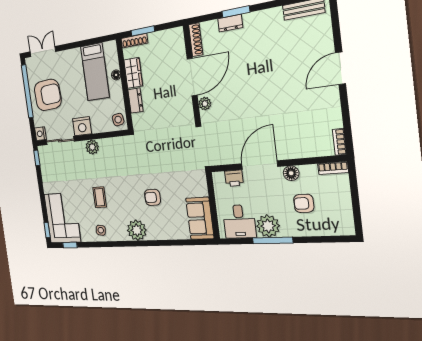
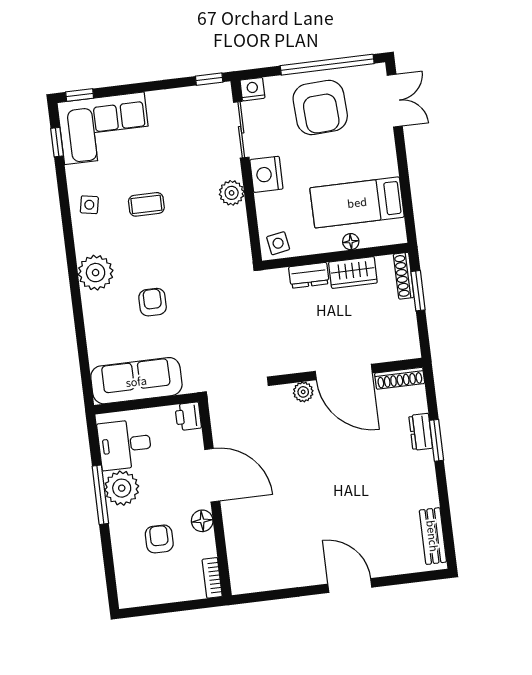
bookcase: (339, 142) -> (249, 586), removed
printer: (234, 178) -> (188, 416), moved
sofa: (200, 218) -> (136, 381), width x1.36

